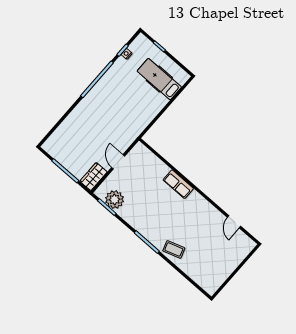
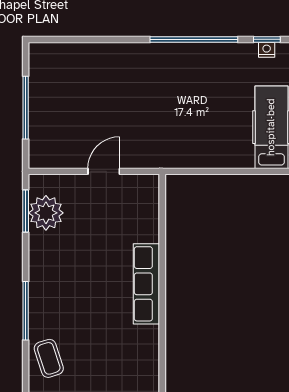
wardrobe: (93, 177) -> (52, 155), removed
row of seats: (178, 184) -> (146, 284), width x1.48

